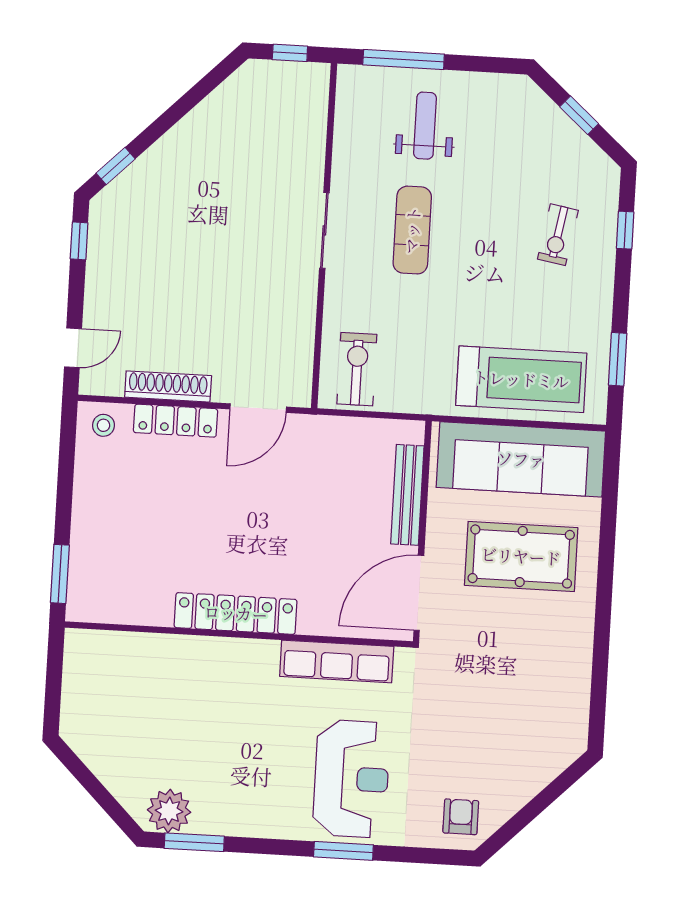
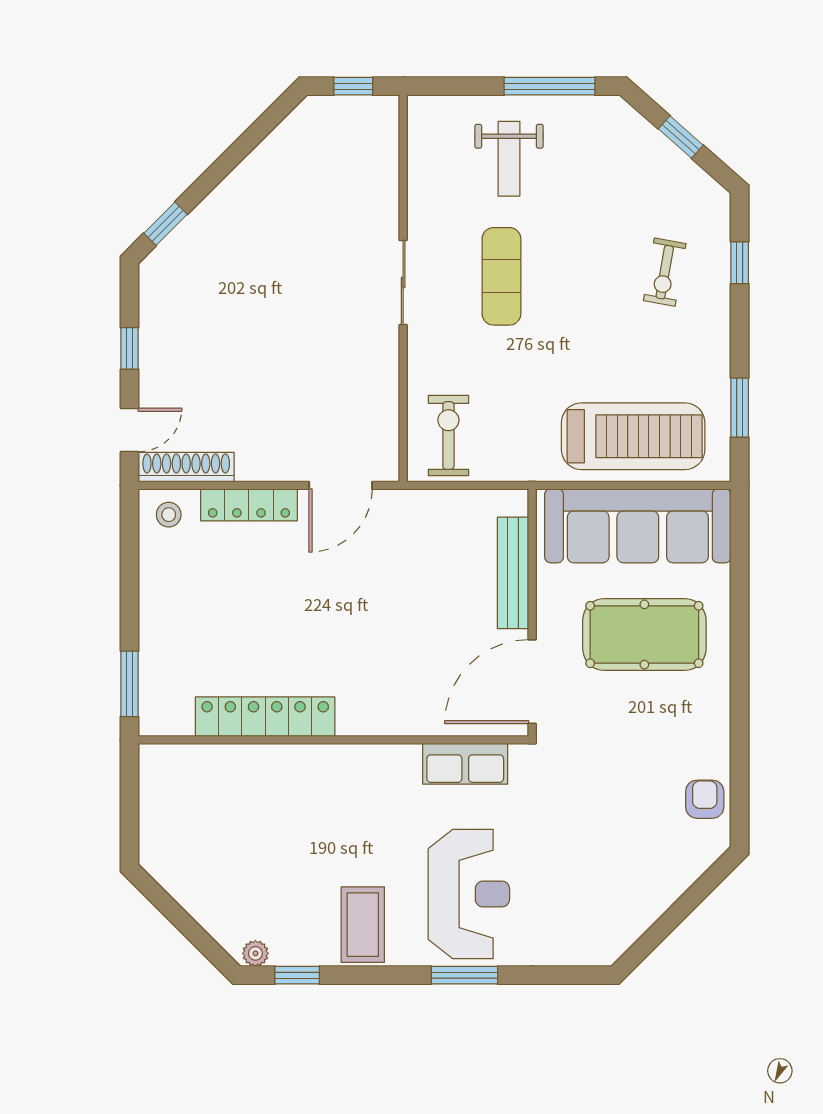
window: (404, 60) -> (550, 86), moved
weight bench: (425, 126) -> (509, 159), turned 180
window: (79, 241) -> (129, 348), moved
shoe rack: (168, 386) -> (186, 467), moved
locker: (236, 613) -> (265, 717), moved
row of seats: (337, 661) -> (465, 764), width x0.68
coffee table: (255, 801) -> (363, 925), added
plant: (169, 811) -> (255, 953), width x0.53, depth x0.53
armchair: (461, 817) -> (705, 799), moved
window: (194, 842) -> (297, 975), width x0.67

